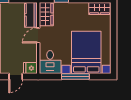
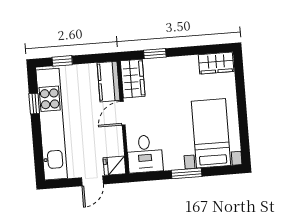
bed with nightstands: (86, 52) -> (211, 133), width x0.73
window: (75, 77) -> (187, 173), width x0.69

